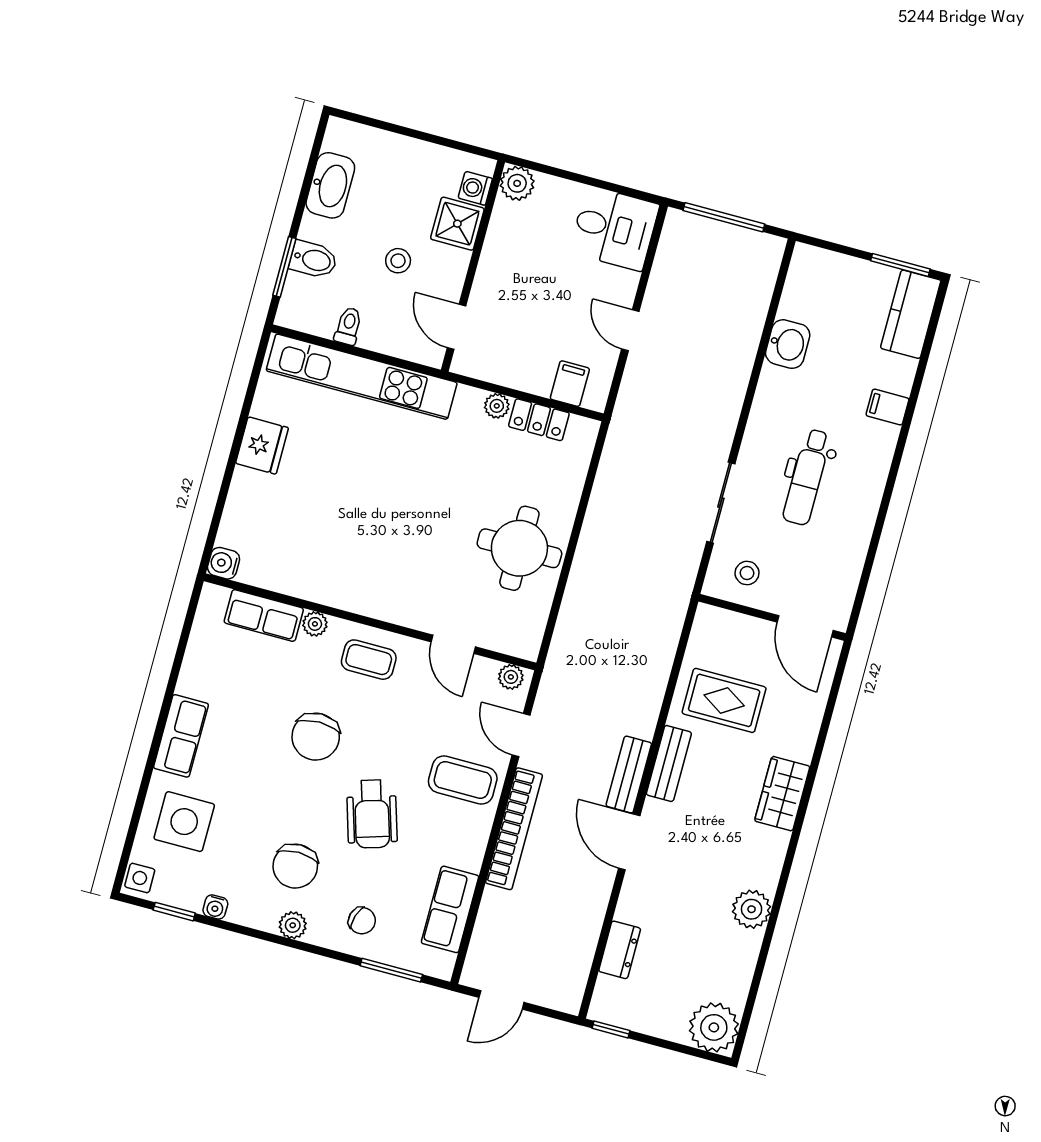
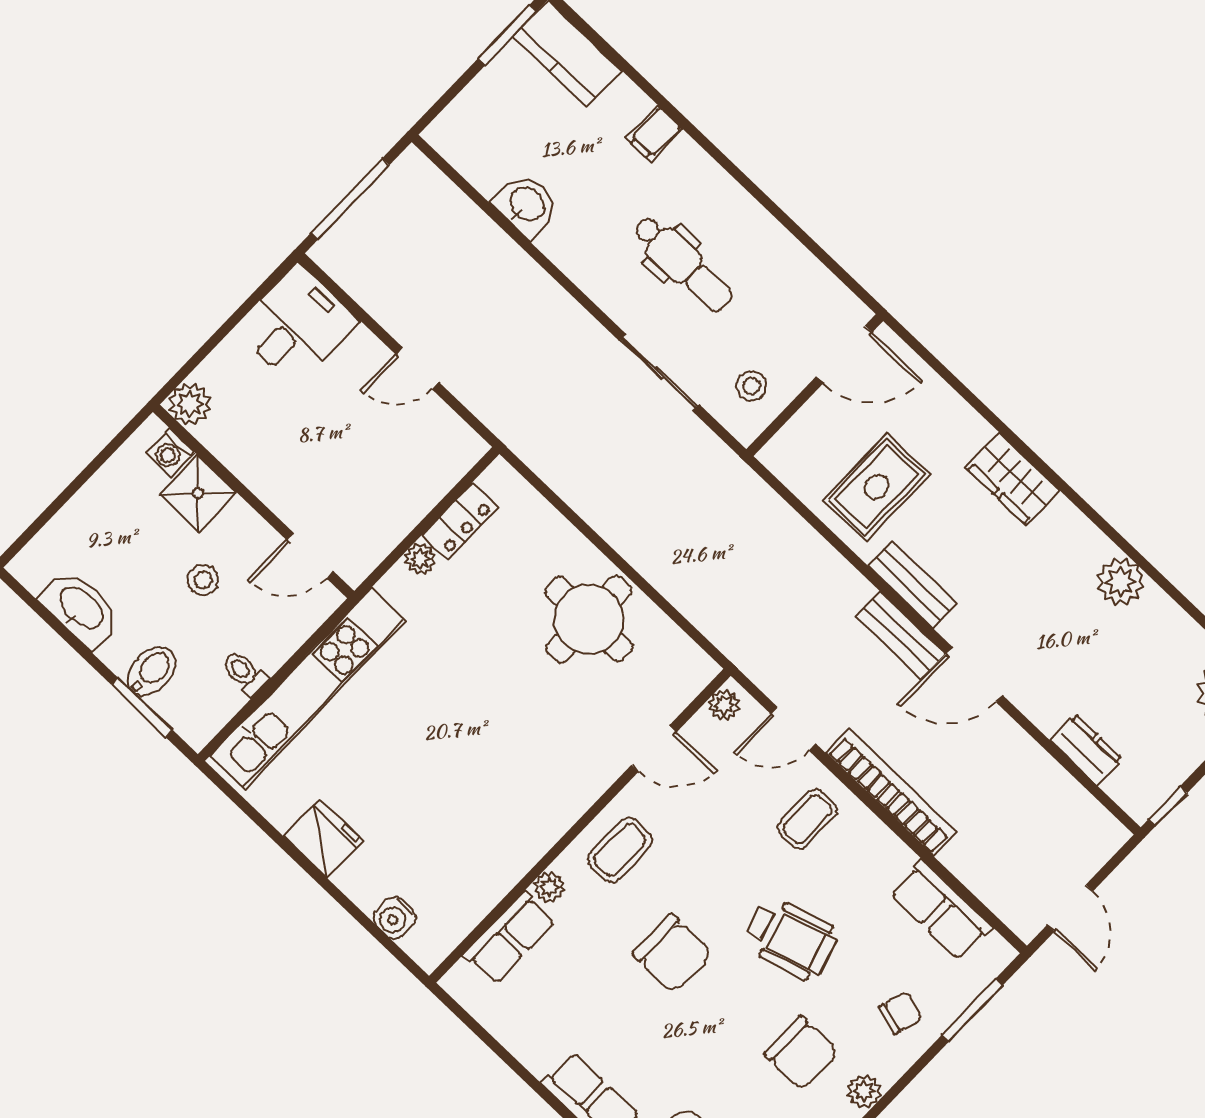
filing cabinet: (570, 384) -> (439, 466), removed
water cooler: (224, 563) -> (395, 918), moved
coffee table: (463, 780) -> (807, 819), width x0.73, depth x0.77

